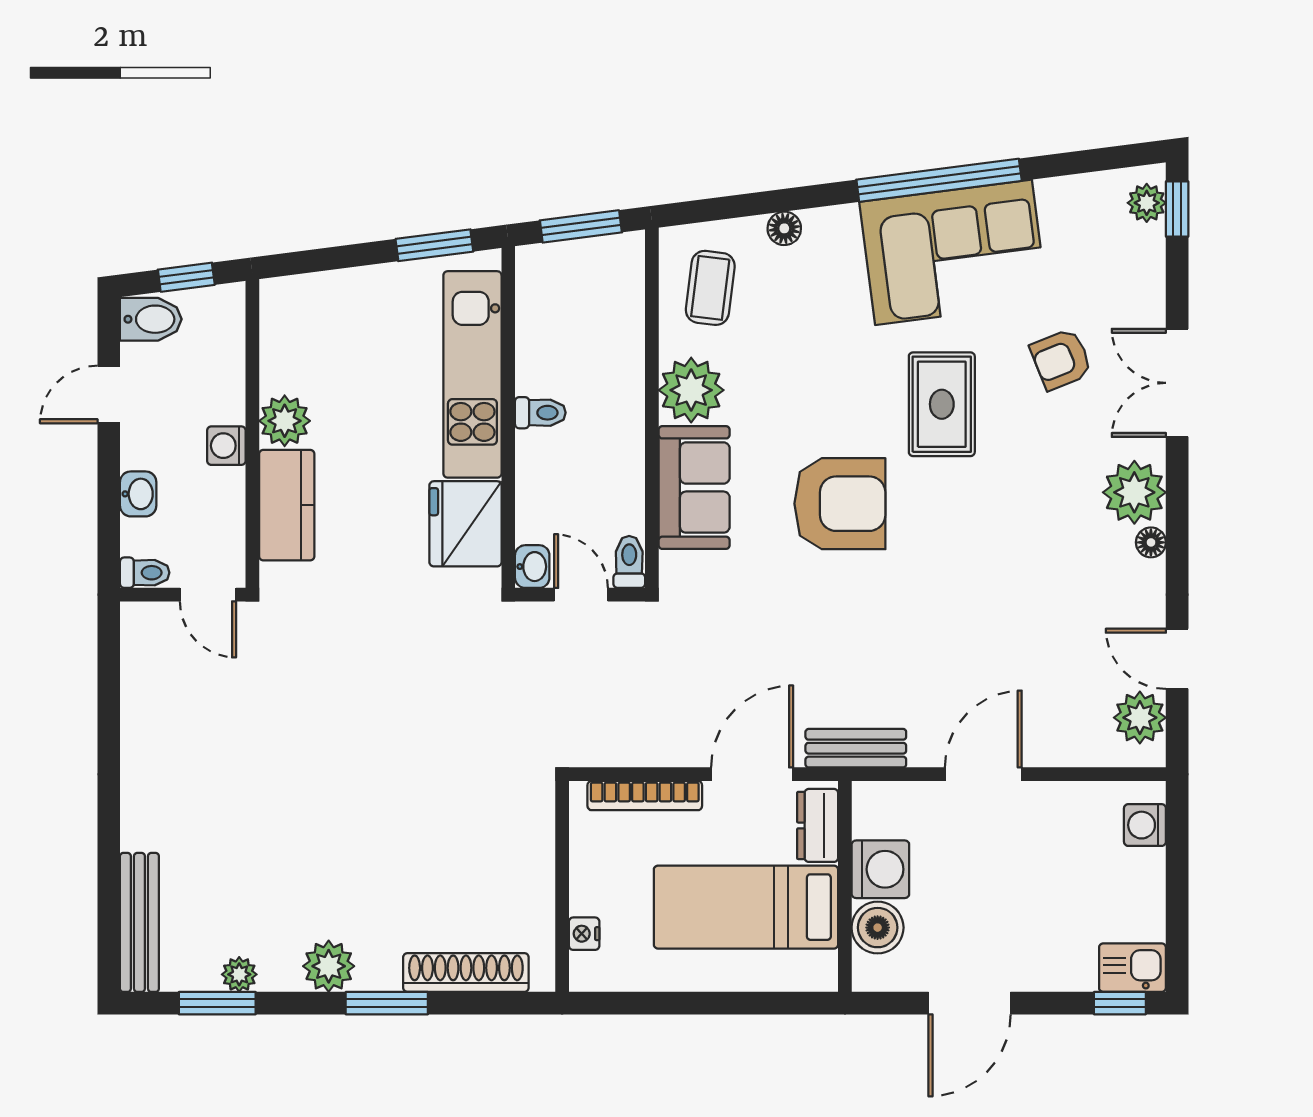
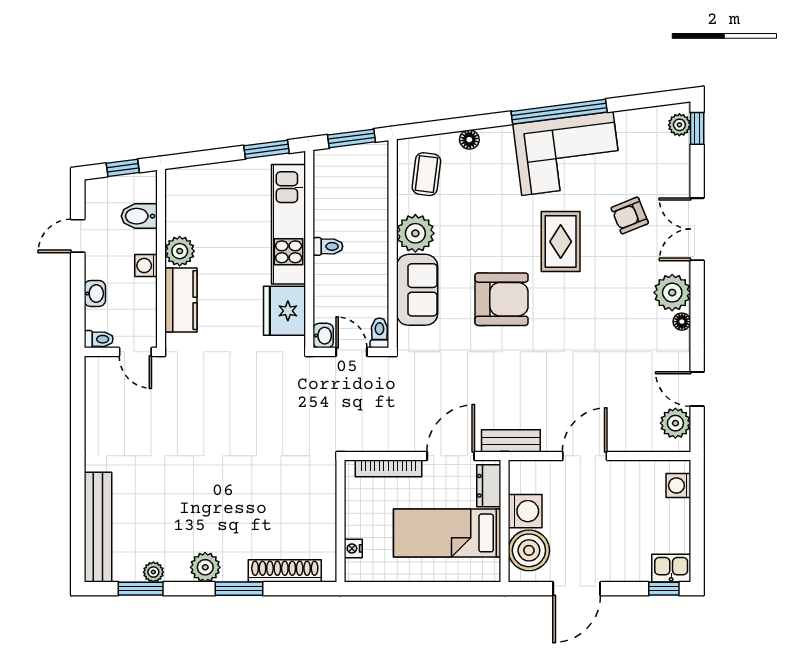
bidet: (151, 319) -> (139, 216), moved, turned 180
bench: (139, 922) -> (98, 527), width x1.37, depth x1.21
boiler: (878, 928) -> (529, 550), width x1.37, depth x1.37

